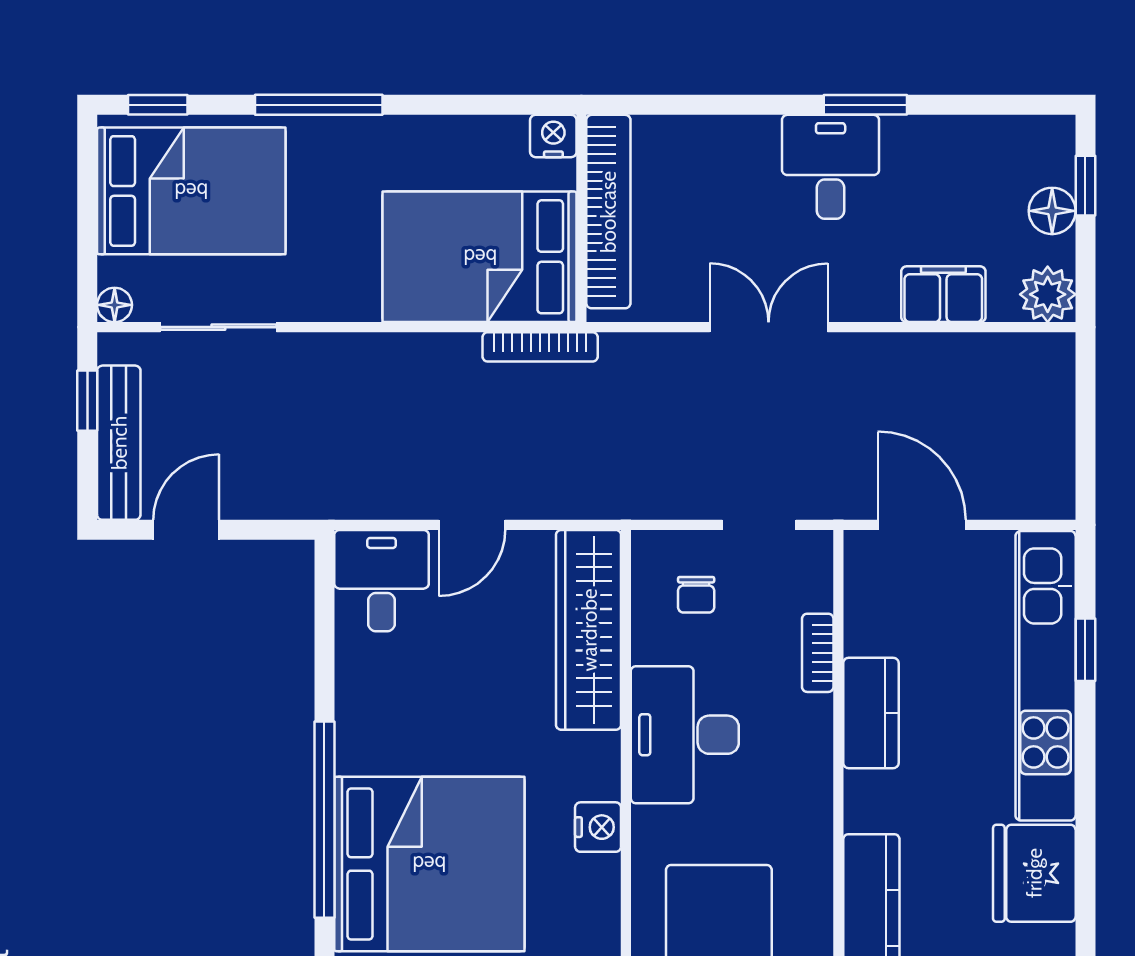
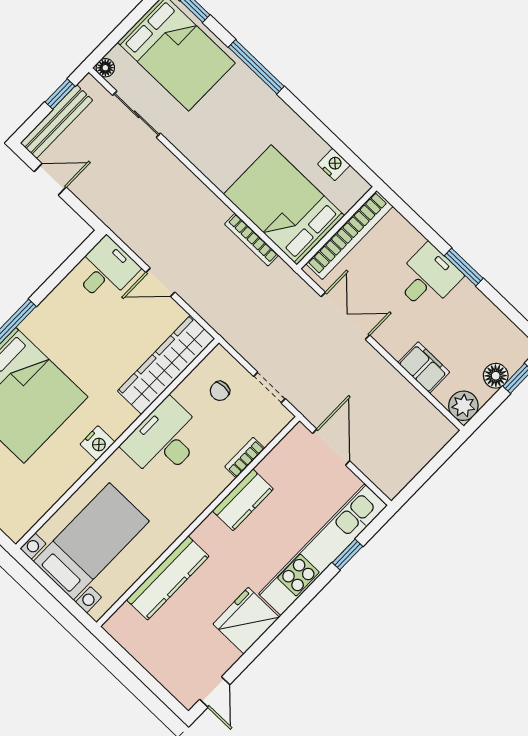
bookcase: (608, 212) -> (349, 235), moved
wall: (581, 218) -> (337, 228), moved
bed: (480, 257) -> (284, 205), moved

